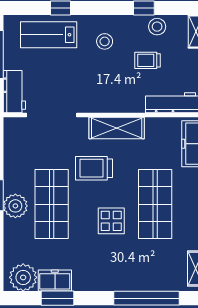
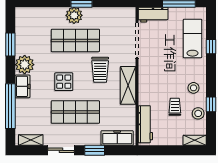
stool: (105, 41) -> (194, 88), moved
trolley: (94, 168) -> (100, 70), turned 180
plant: (23, 277) -> (25, 65), moved
freezer: (55, 280) -> (23, 86), moved

